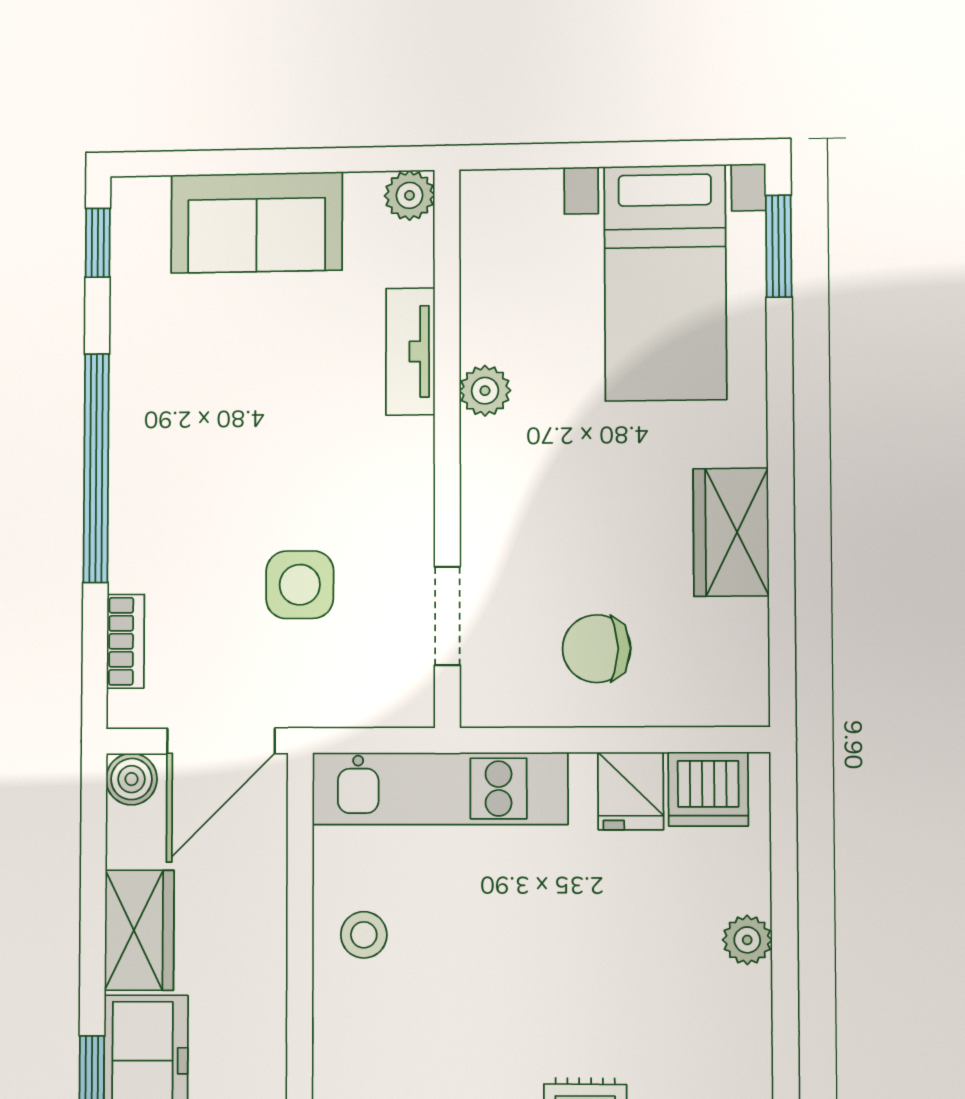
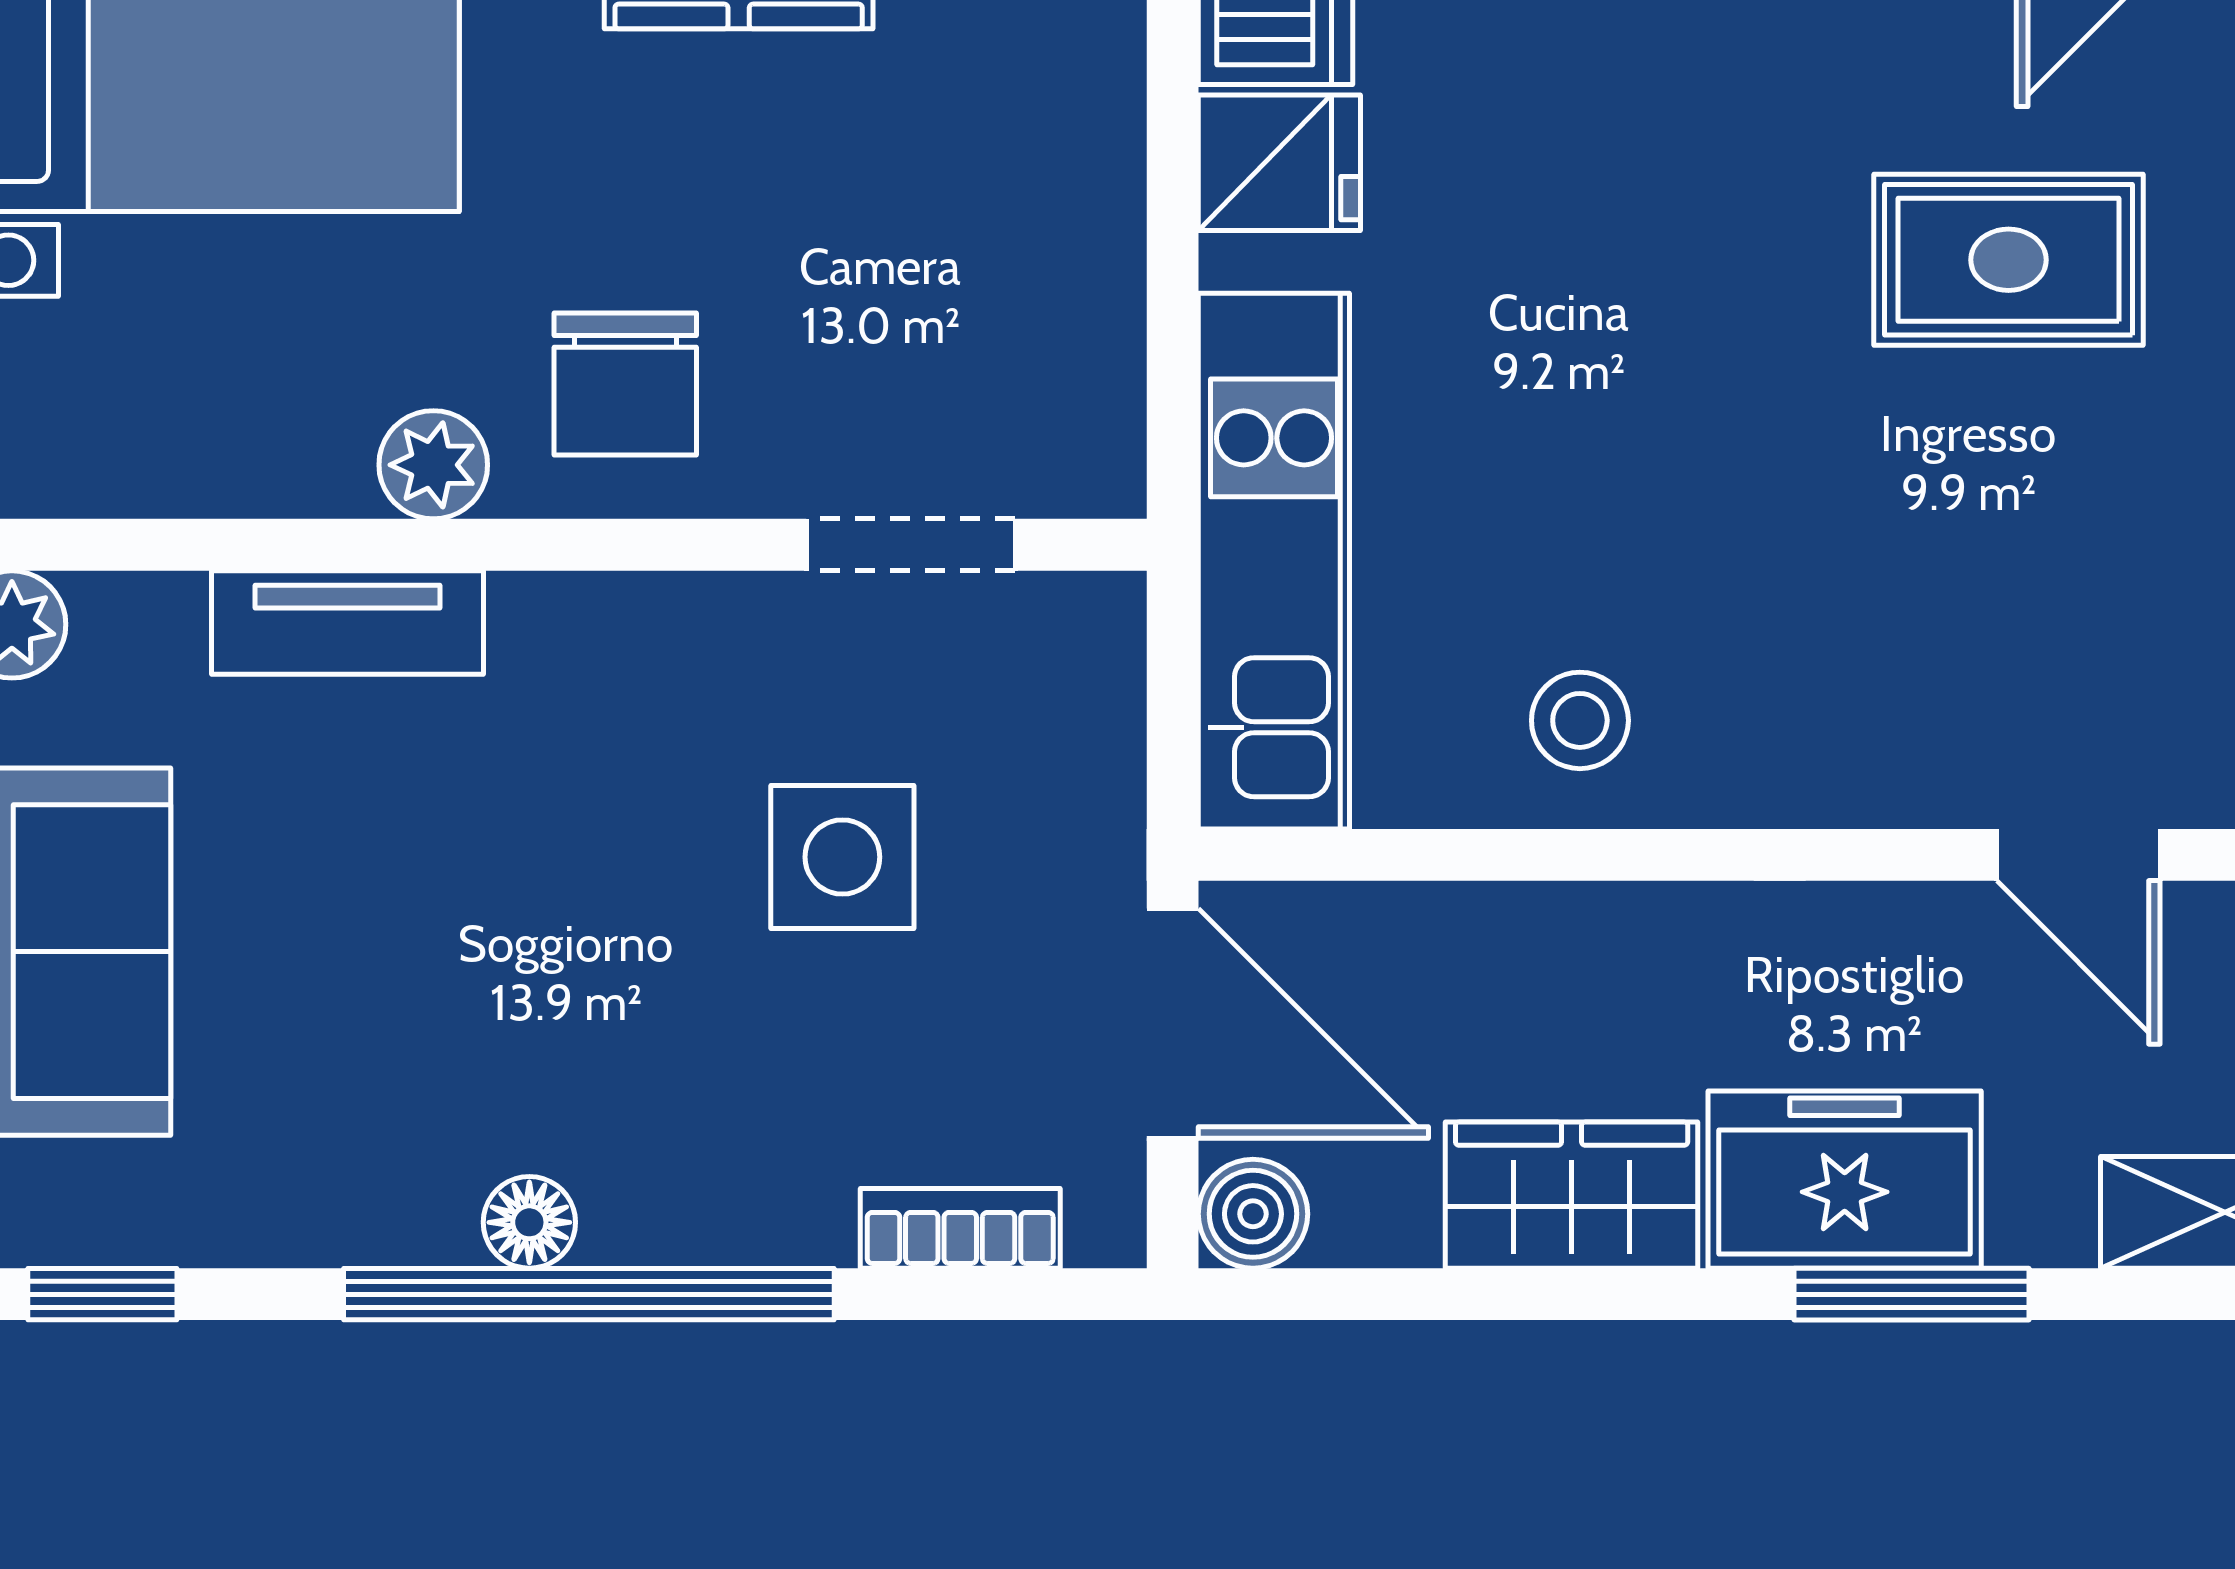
floor lamp: (130, 440) -> (529, 1222), added
chair: (597, 649) -> (625, 384), moved

